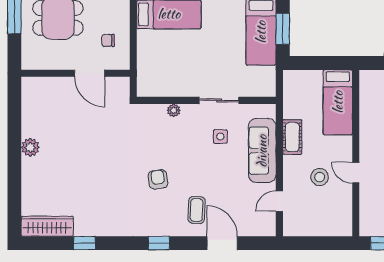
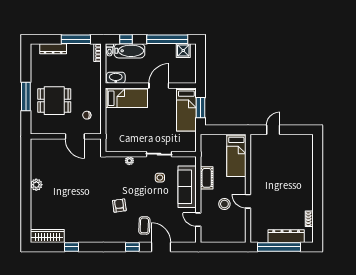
door: (279, 201) -> (198, 220), hinge flipped
window: (159, 243) -> (132, 247), moved

